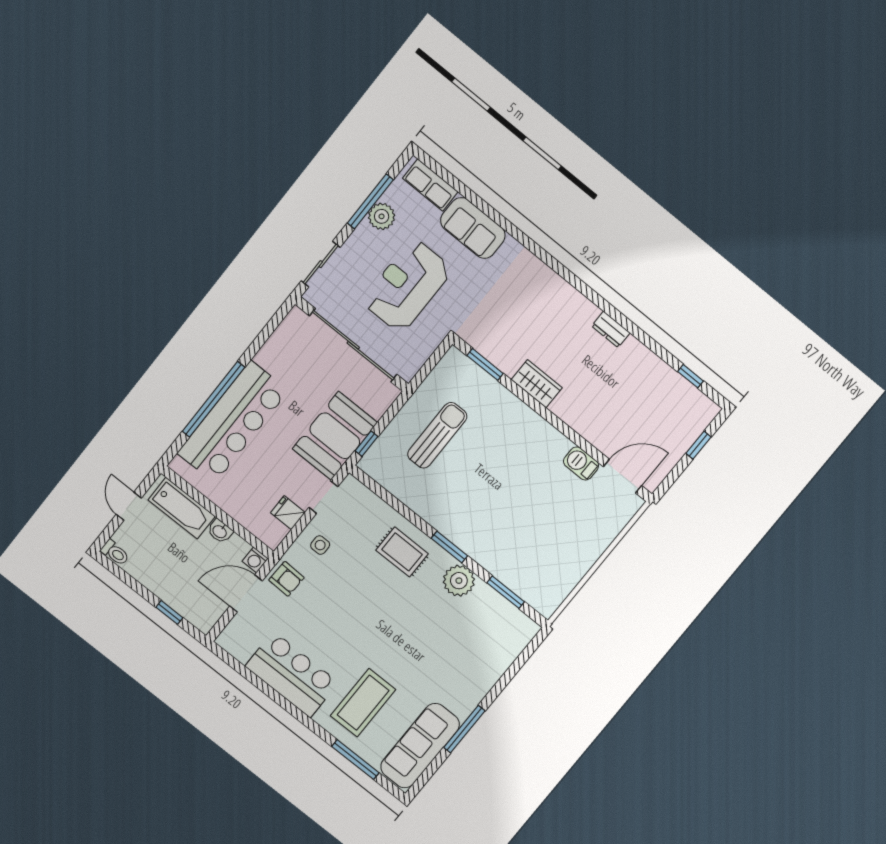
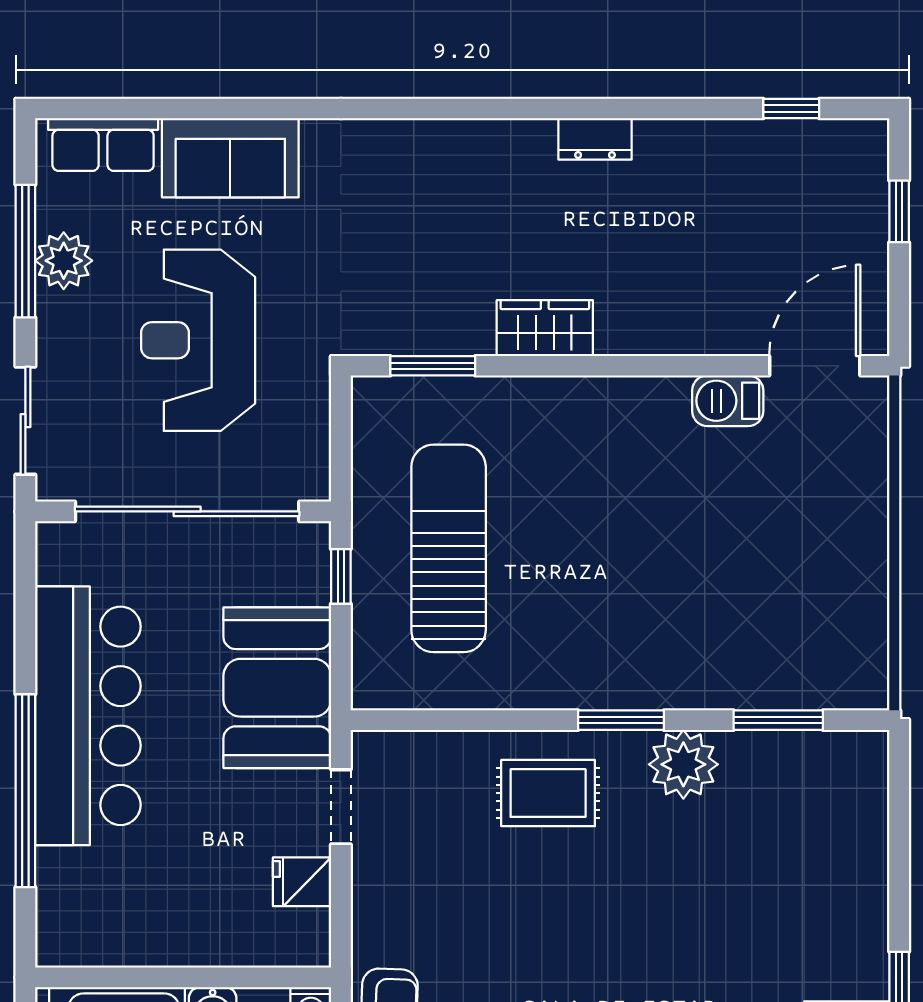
bar counter: (233, 422) -> (88, 716), moved
sun lounger: (437, 435) -> (449, 548), width x1.36, depth x1.34
window: (366, 444) -> (341, 576), moved
side table: (320, 545) -> (400, 893), removed

